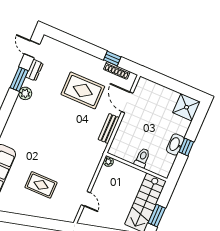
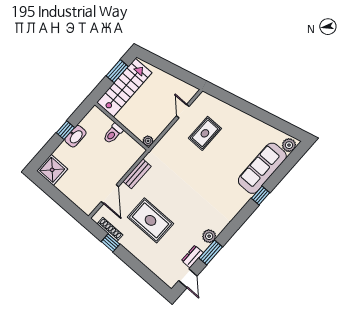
rug: (41, 185) -> (205, 133), moved, turned 90

